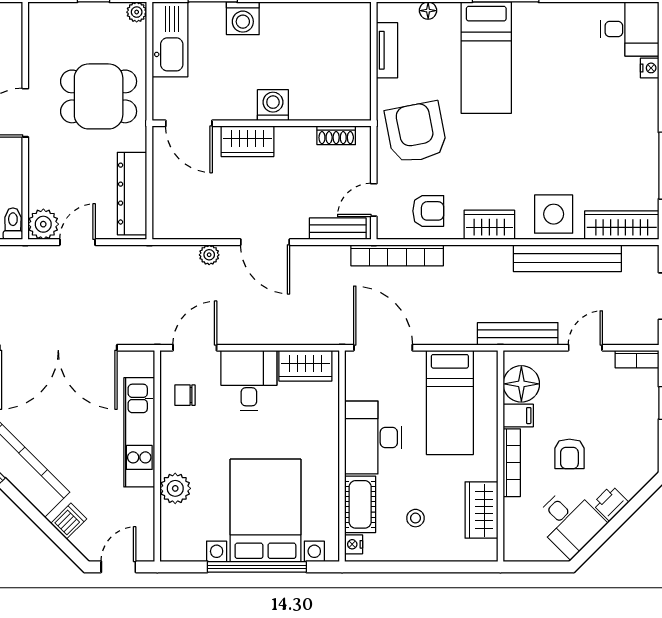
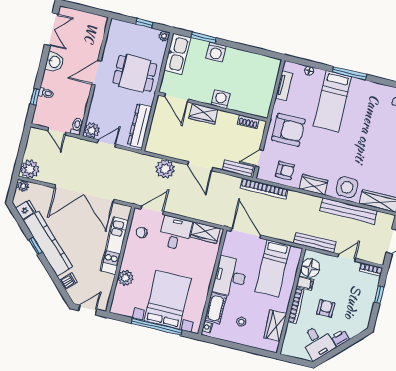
armchair: (416, 132) -> (288, 130), turned 101
plant: (209, 255) -> (165, 169), width x1.88, depth x1.88
armchair: (569, 454) -> (326, 308), turned 180

